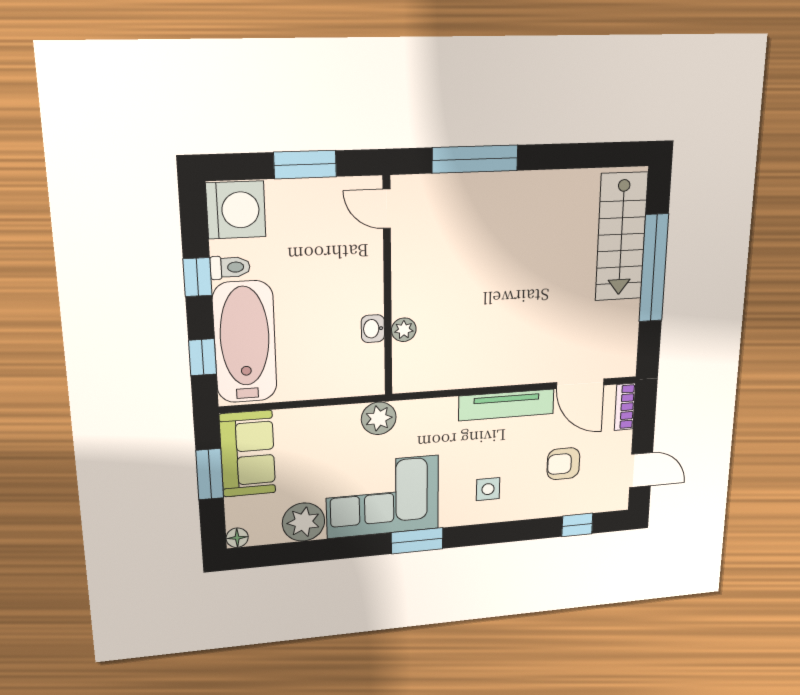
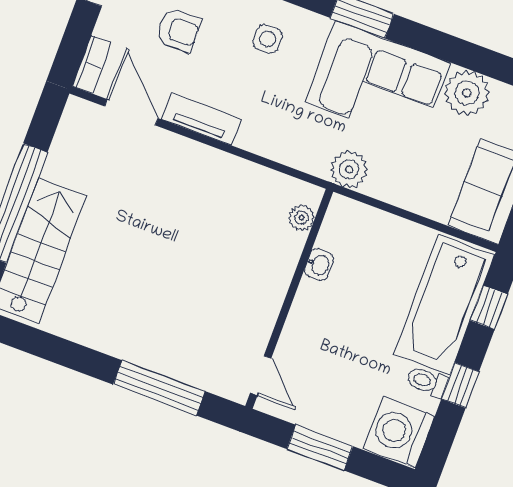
plant: (404, 330) -> (301, 218), moved
tv unit: (506, 405) -> (201, 119), width x0.71

